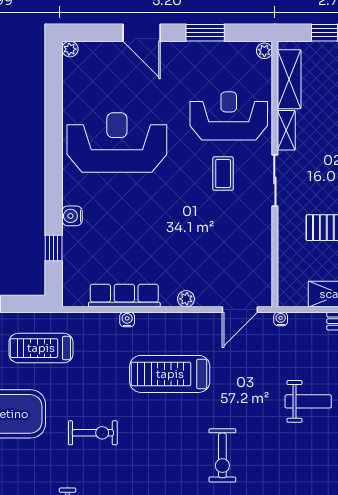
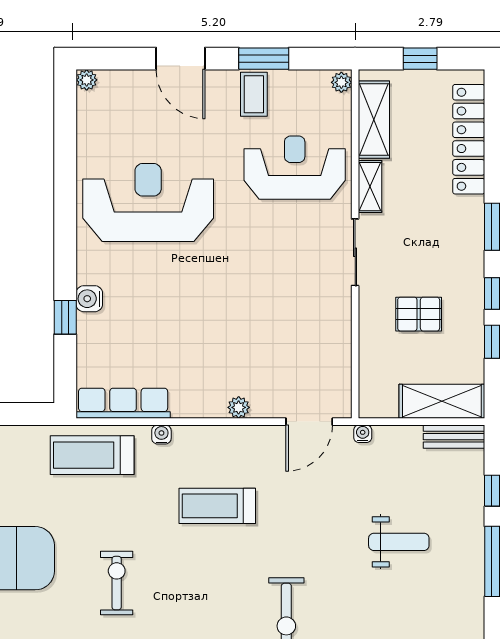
coffee table: (223, 174) -> (254, 94), moved
window: (54, 248) -> (65, 317), moved
row of seats: (124, 296) -> (123, 403), moved
treadmill: (41, 348) -> (92, 455), moved
treadmill: (170, 374) -> (217, 506), width x0.73, depth x0.73
exercise bike: (93, 433) -> (117, 583), turned -90

